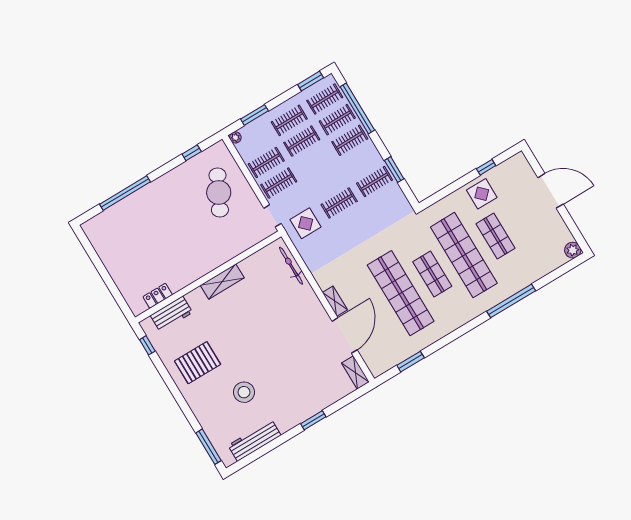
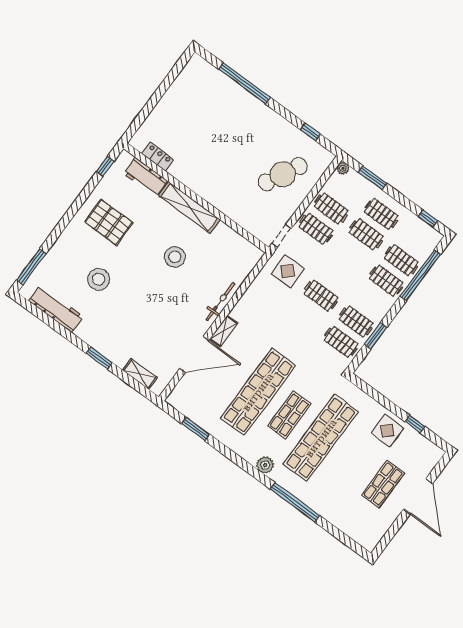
window: (311, 81) -> (428, 219), width x0.67
clothes rail: (325, 99) -> (341, 342), moved
shop shelf: (495, 236) -> (383, 484), moved
plant: (573, 250) -> (265, 465), moved
bicycle: (291, 266) -> (220, 301), moved
shelving: (222, 282) -> (189, 208), width x1.47
stool: (252, 317) -> (175, 257), added
shelving: (355, 372) -> (140, 374), moved, turned 90

